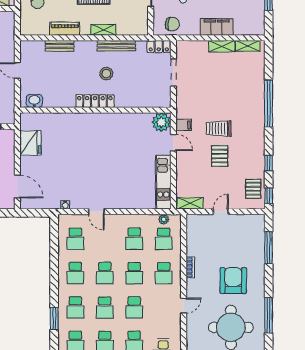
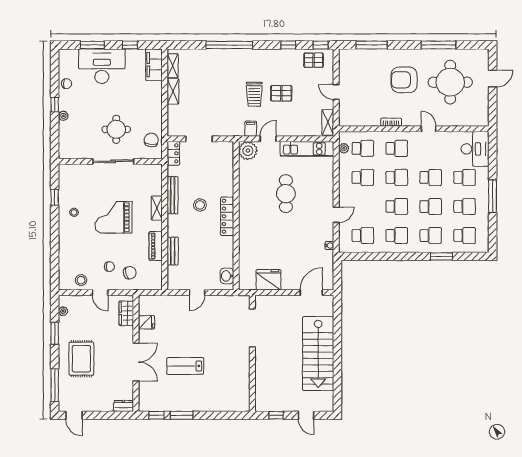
filing cabinet: (217, 27) -> (154, 65), moved
cafe table: (118, 161) -> (286, 194), added

